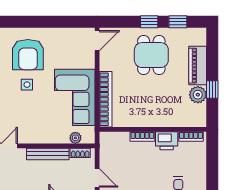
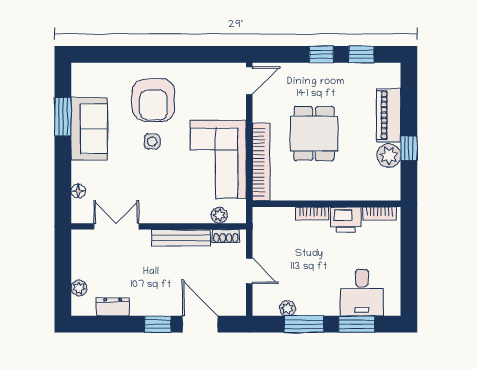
dining table: (151, 55) -> (314, 134), moved

